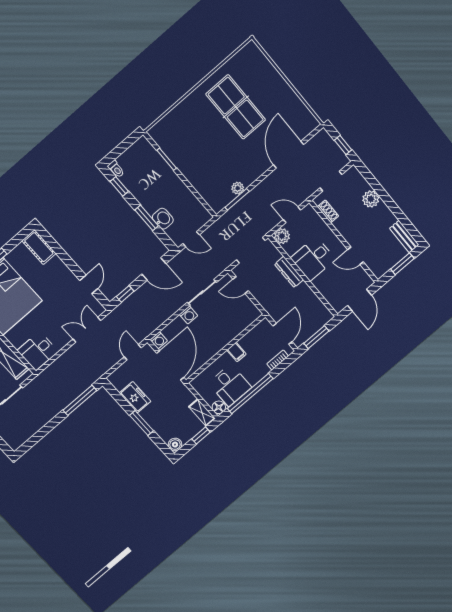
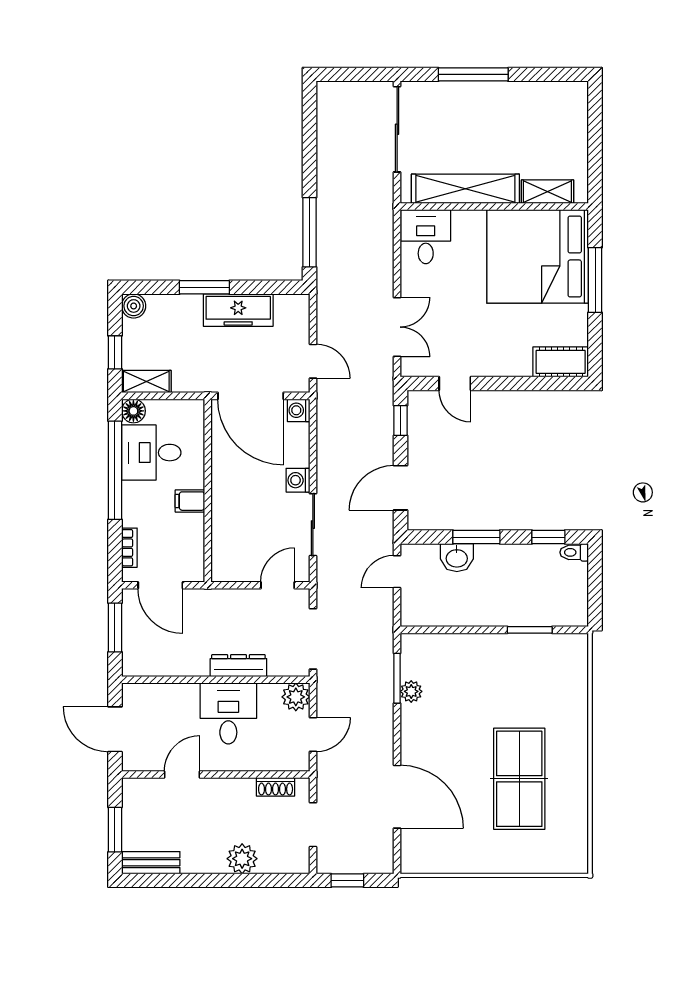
table tennis table: (236, 107) -> (519, 779), turned 90
freezer: (135, 397) -> (238, 310), width x1.40

